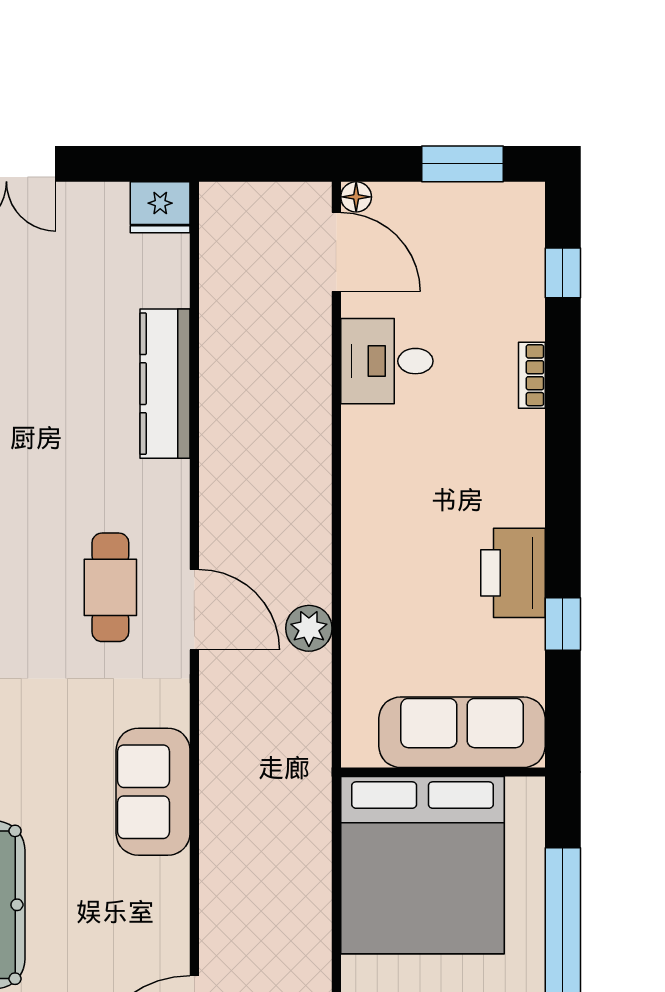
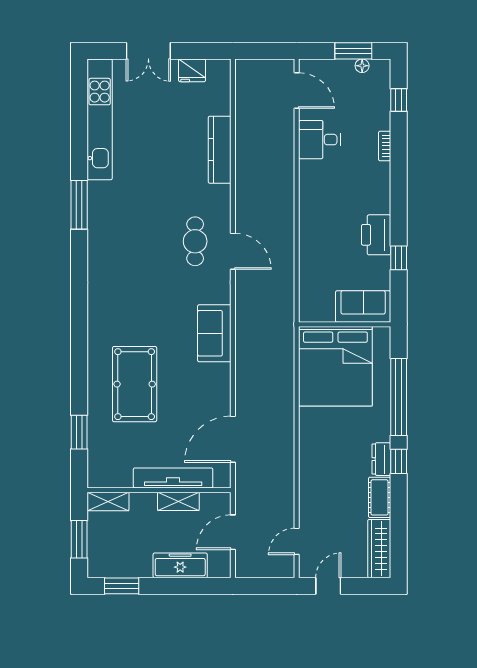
floor lamp: (356, 197) -> (362, 66), moved
fridge: (160, 207) -> (192, 70), moved
plant: (309, 628) -> (284, 260), removed
sofa: (462, 732) -> (363, 306), width x0.73

